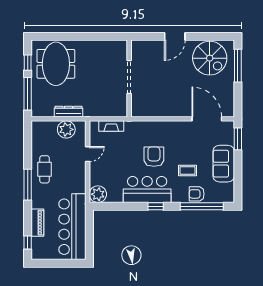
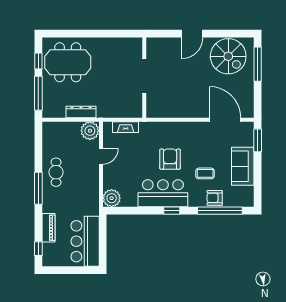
meeting table: (56, 64) -> (68, 62), turned 90
plant: (66, 129) -> (90, 131), moved
bar counter: (72, 227) -> (85, 241), width x0.73

